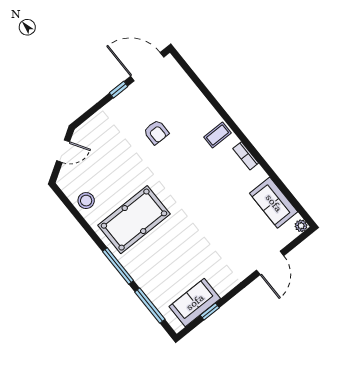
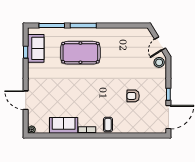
stool: (86, 201) -> (159, 62), moved
sofa: (274, 203) -> (64, 125), moved
pool table: (134, 220) -> (80, 53), moved, turned 90

